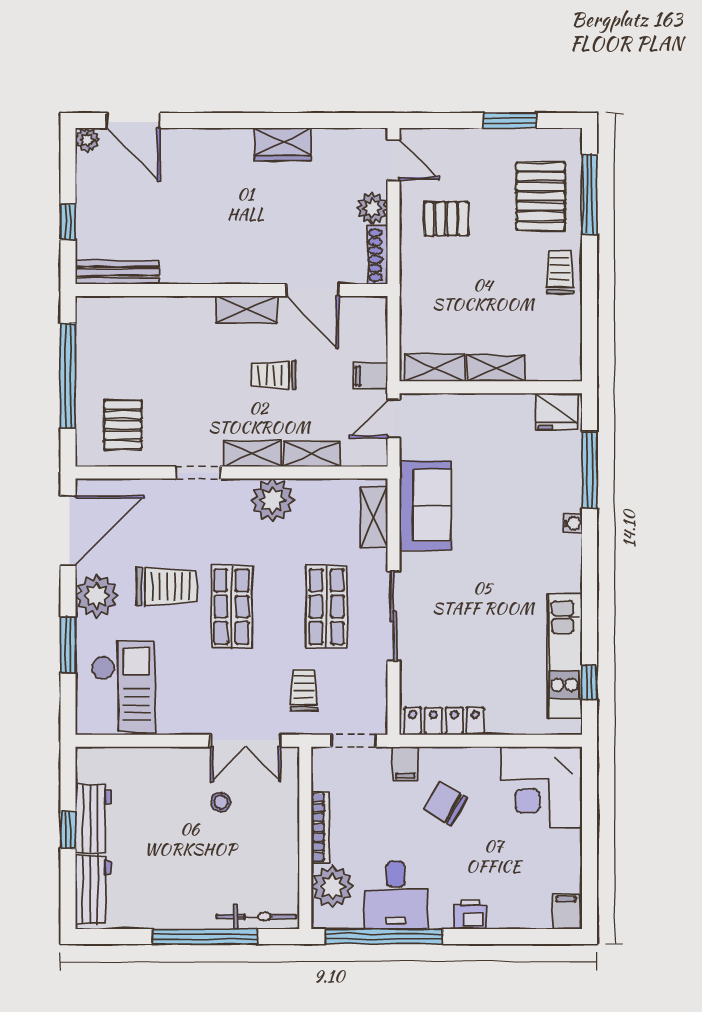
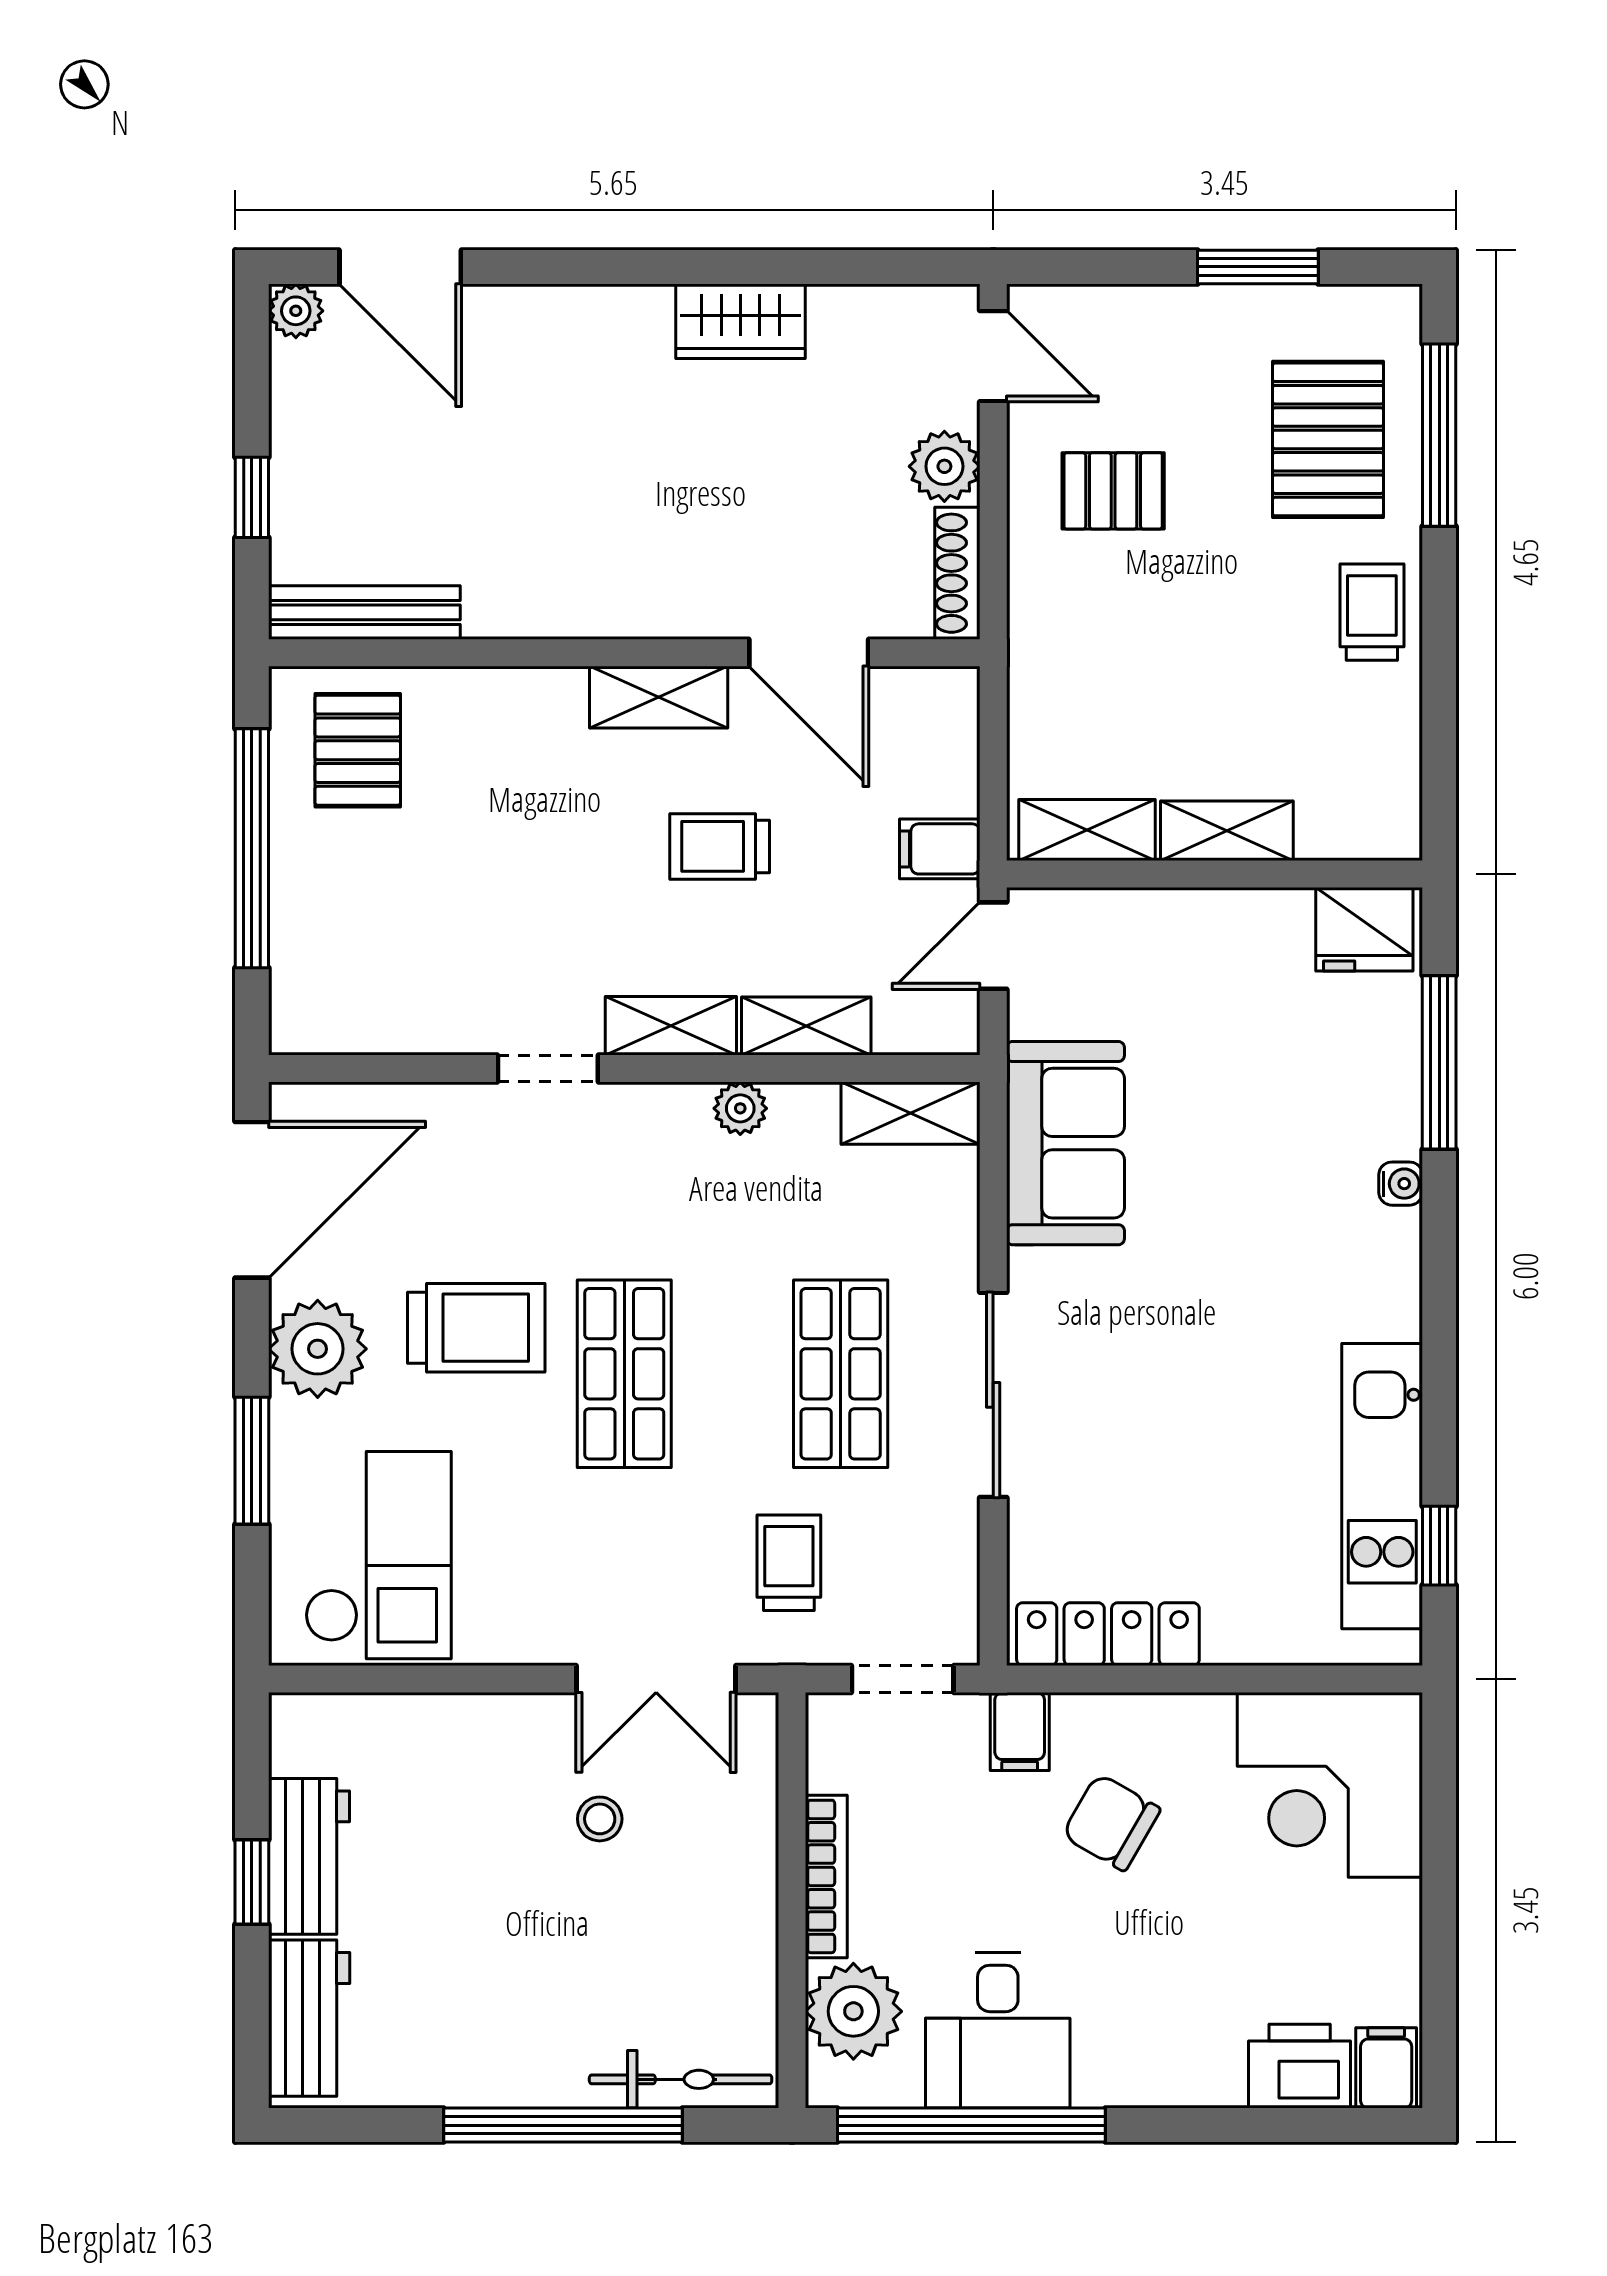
pallet: (123, 425) -> (358, 750), moved
plant: (272, 500) -> (740, 1108), width x0.53, depth x0.53
shelving: (374, 517) -> (910, 1113), moved, turned 90
printer: (470, 914) -> (1300, 2066), moved, width x1.36, depth x1.24

